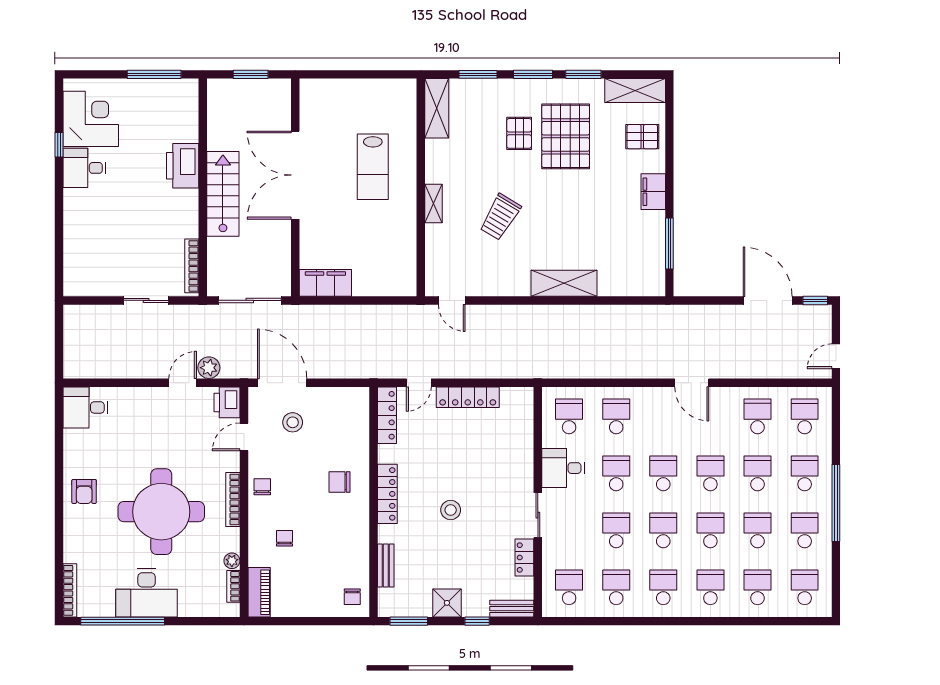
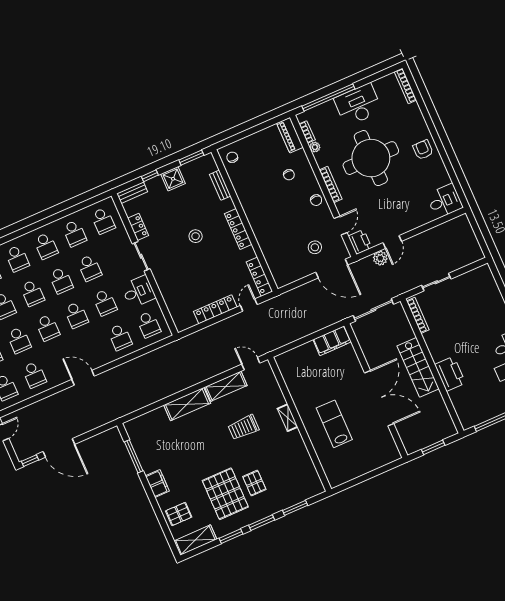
shelving: (437, 108) -> (226, 386), moved, turned 90
trolley: (500, 217) -> (244, 427), turned -121
chair: (339, 482) -> (270, 224), removed
window: (123, 621) -> (328, 97), moved

